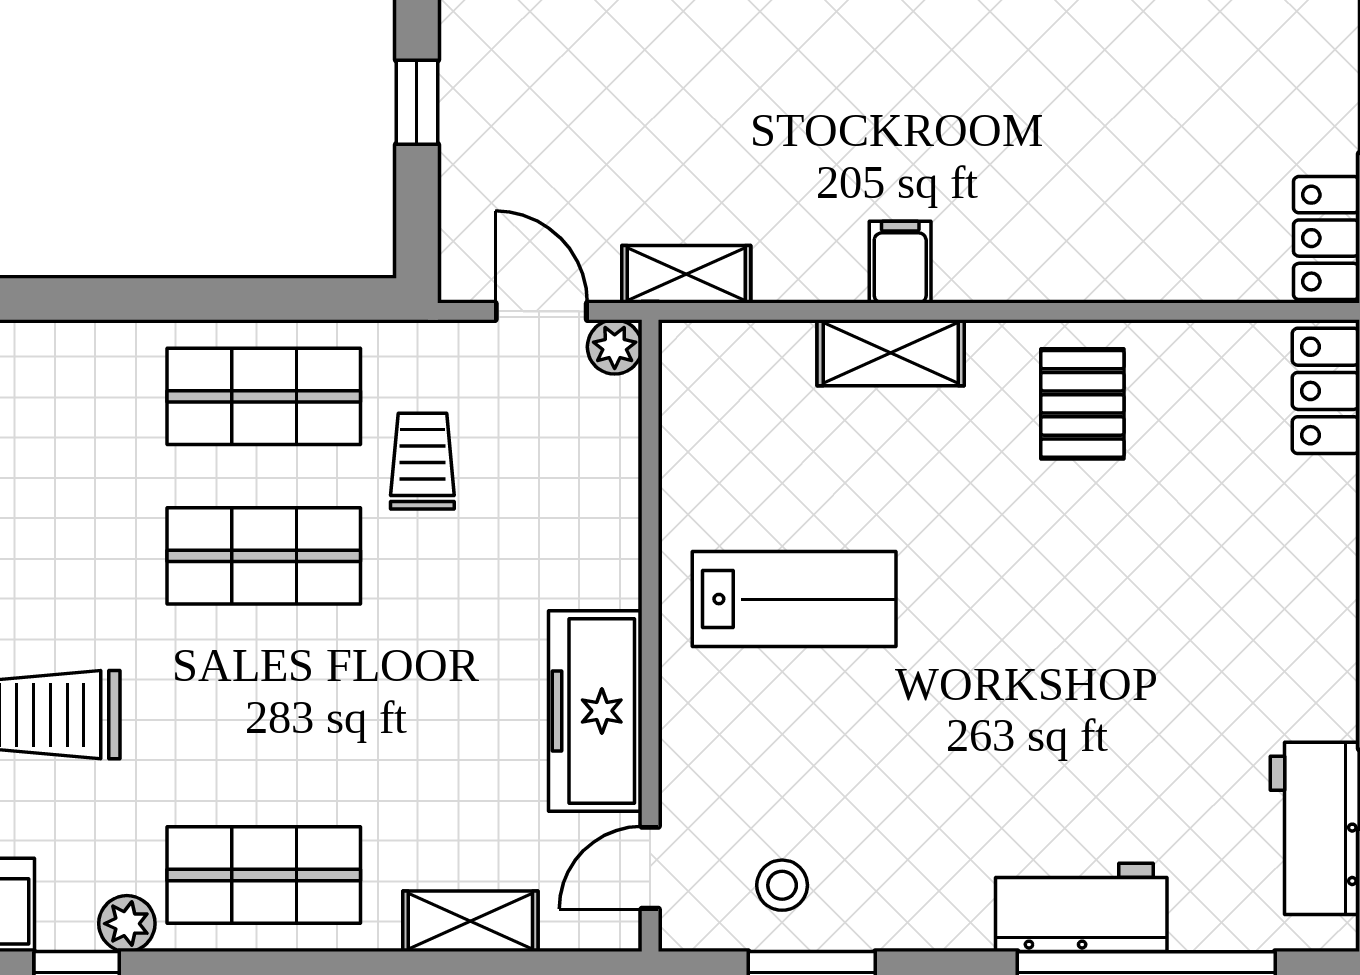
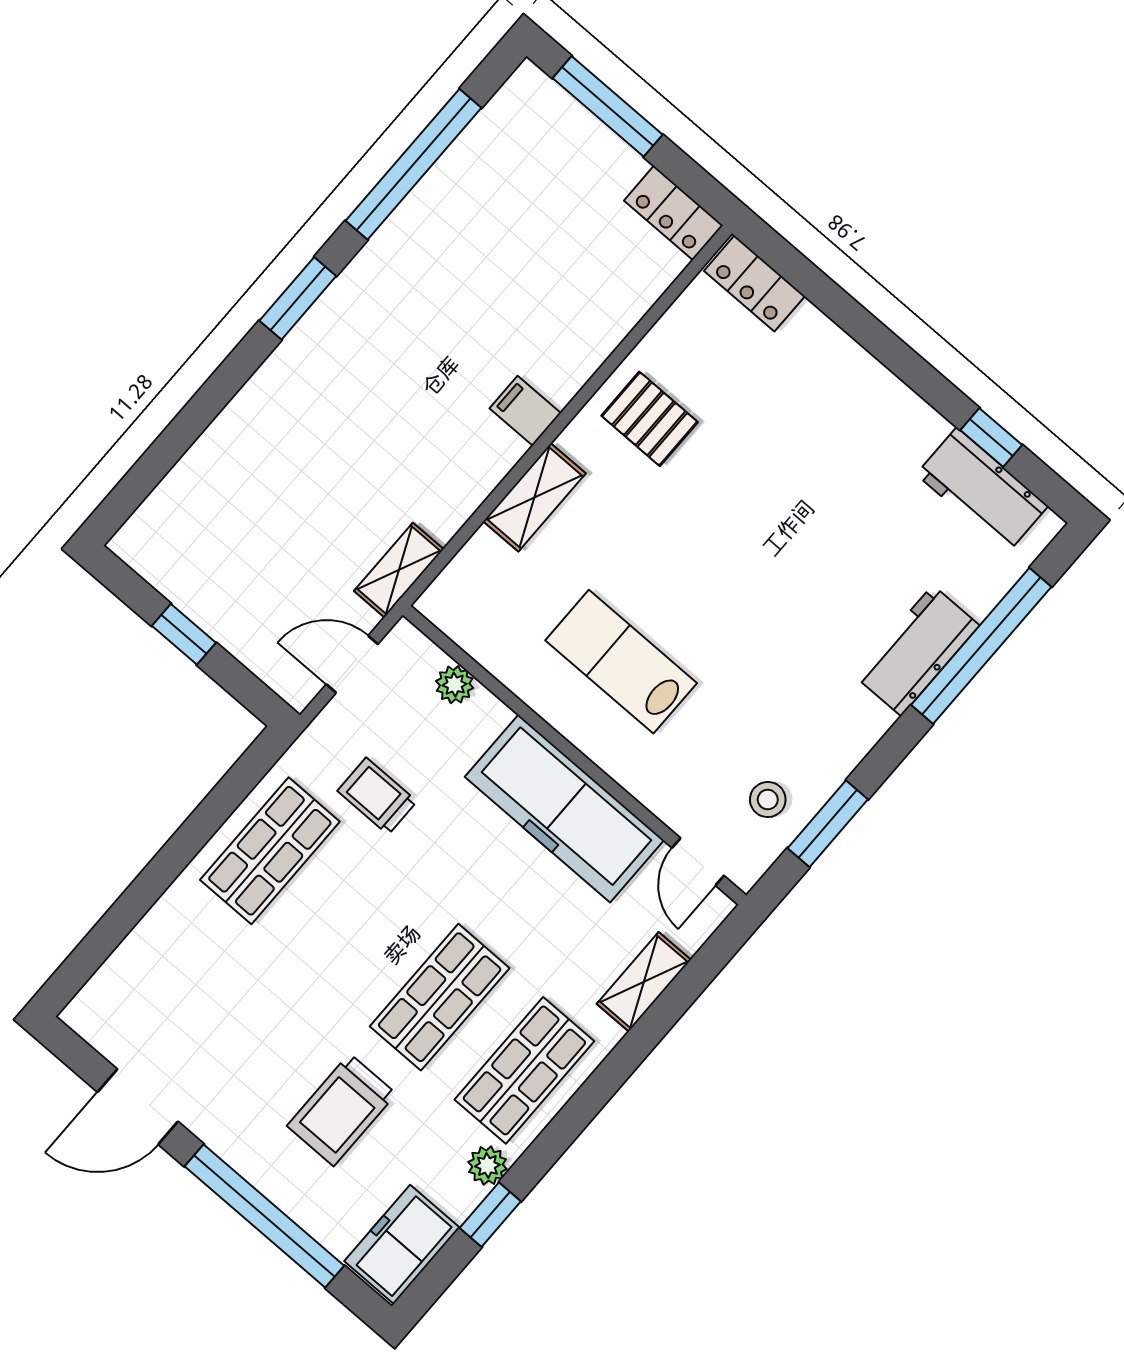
filing cabinet: (900, 262) -> (525, 411), moved
plant: (615, 347) -> (455, 685), moved
shop shelf: (264, 556) -> (440, 997), moved
lab bench: (794, 599) -> (621, 662), turned -90
freezer: (595, 711) -> (564, 809), width x1.36, depth x1.26

